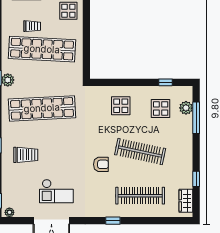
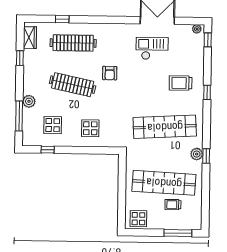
plant: (186, 108) -> (29, 101), moved
armchair: (101, 164) -> (110, 73), turned -90
window: (113, 221) -> (62, 19), moved

